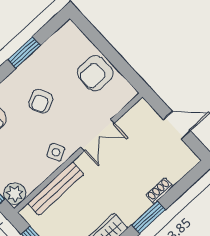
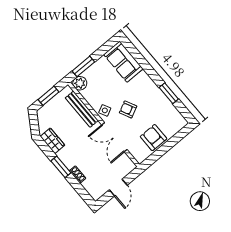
armchair: (41, 101) -> (128, 109), moved
double door: (97, 135) -> (114, 137), width x1.37

